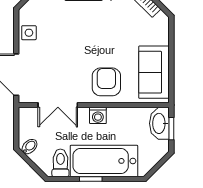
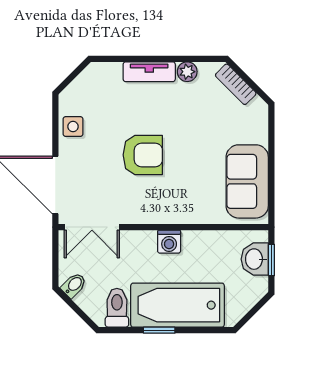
armchair: (106, 82) -> (143, 155), moved, turned 90
double door: (58, 105) -> (92, 227), moved
washbasin: (159, 123) -> (255, 259), width x0.72

